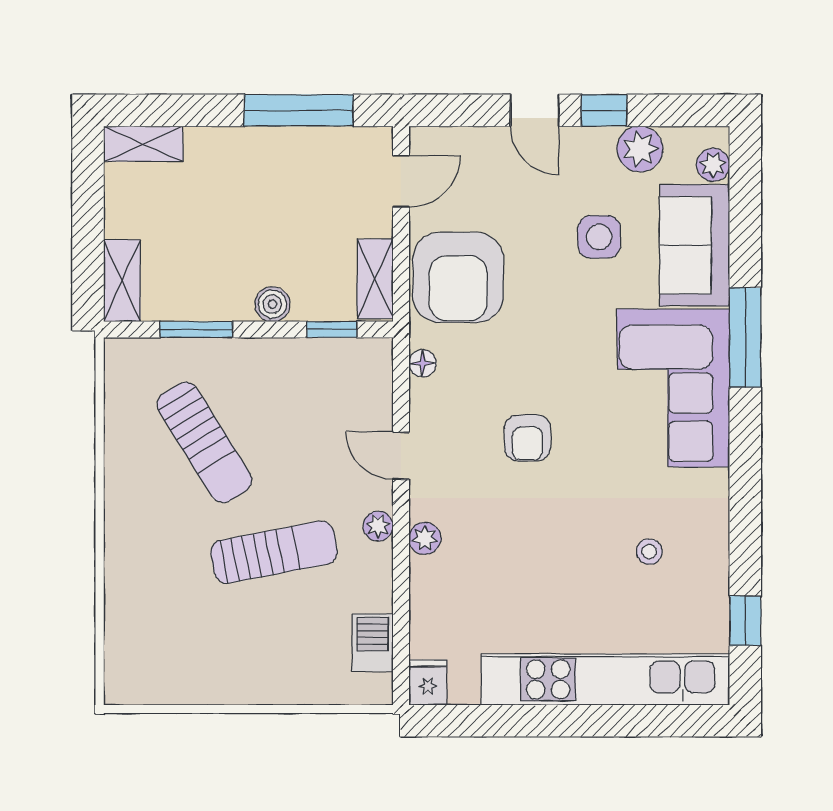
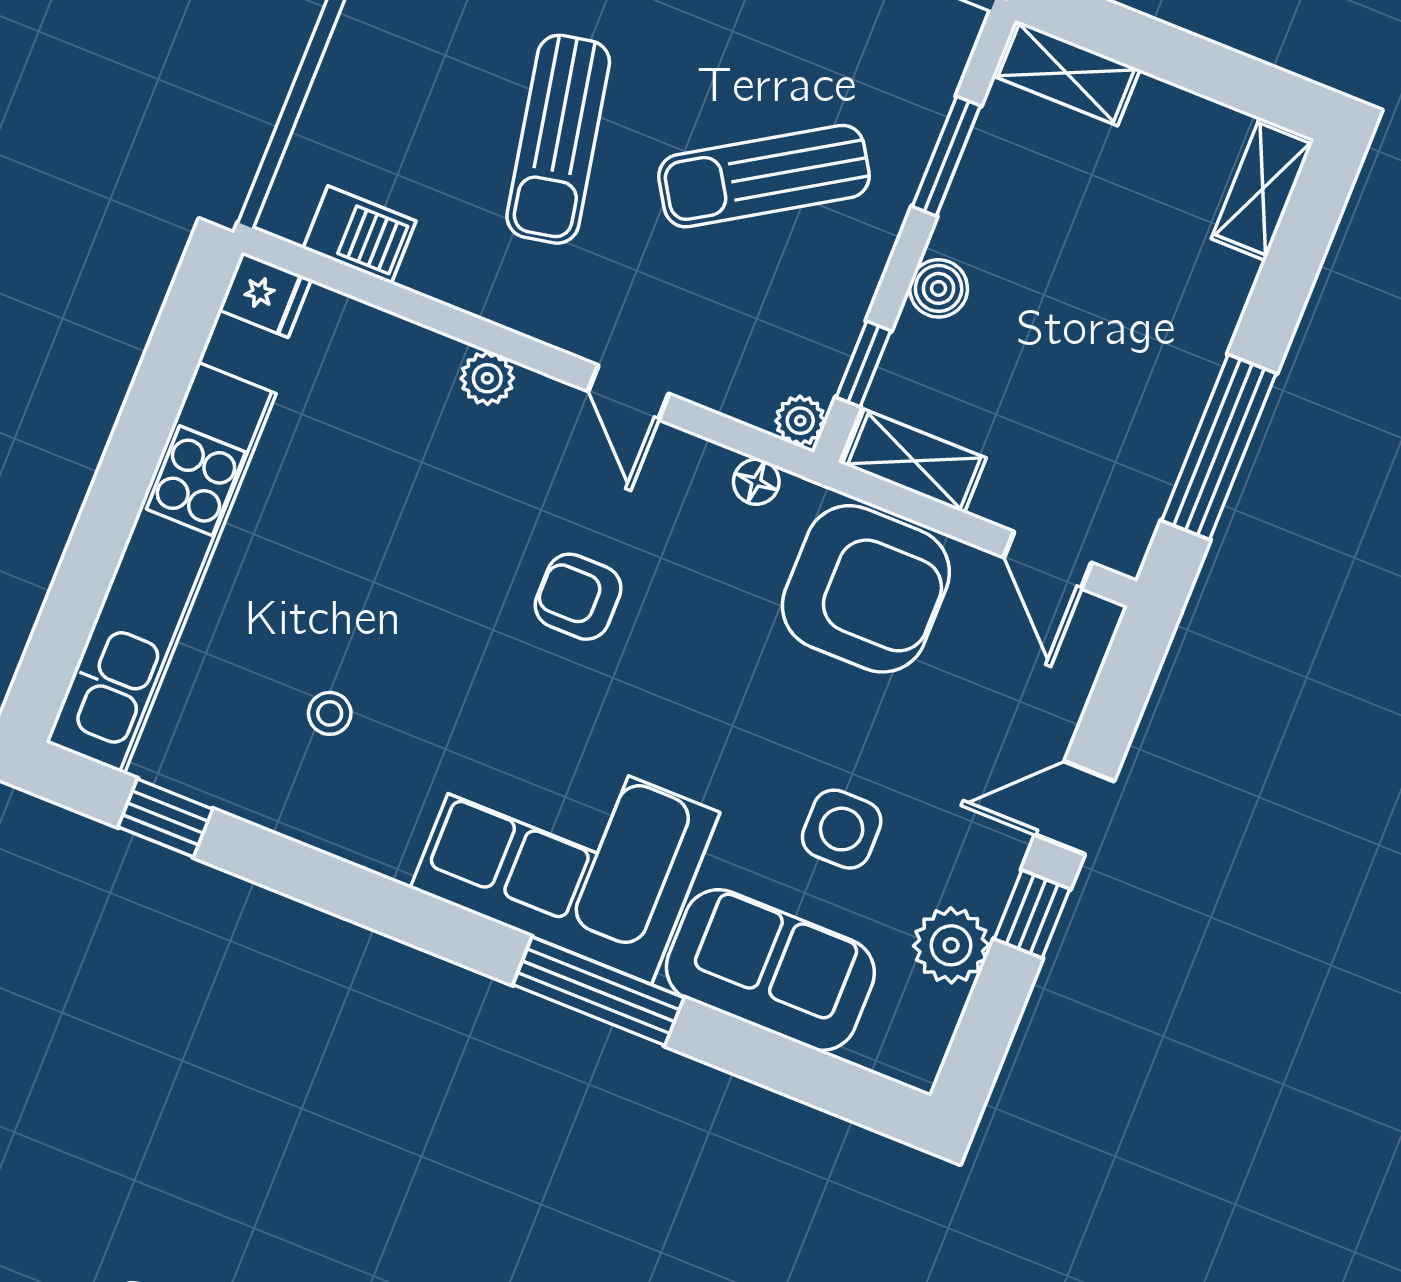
plant: (713, 165) -> (882, 1047), removed
armchair: (458, 277) -> (866, 589), turned 180
sun lounger: (204, 442) -> (764, 176), moved
door: (401, 456) -> (628, 392), swing flipped
plant: (378, 526) -> (800, 421), moved

